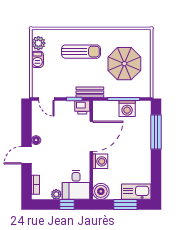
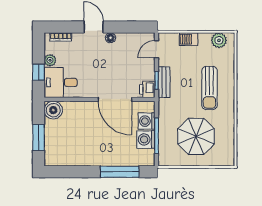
barbecue: (37, 59) -> (189, 39), moved
bench: (90, 92) -> (164, 82), moved
washing machine: (100, 161) -> (147, 121), moved, turned 90
kitchen sink: (136, 192) -> (53, 150), removed

